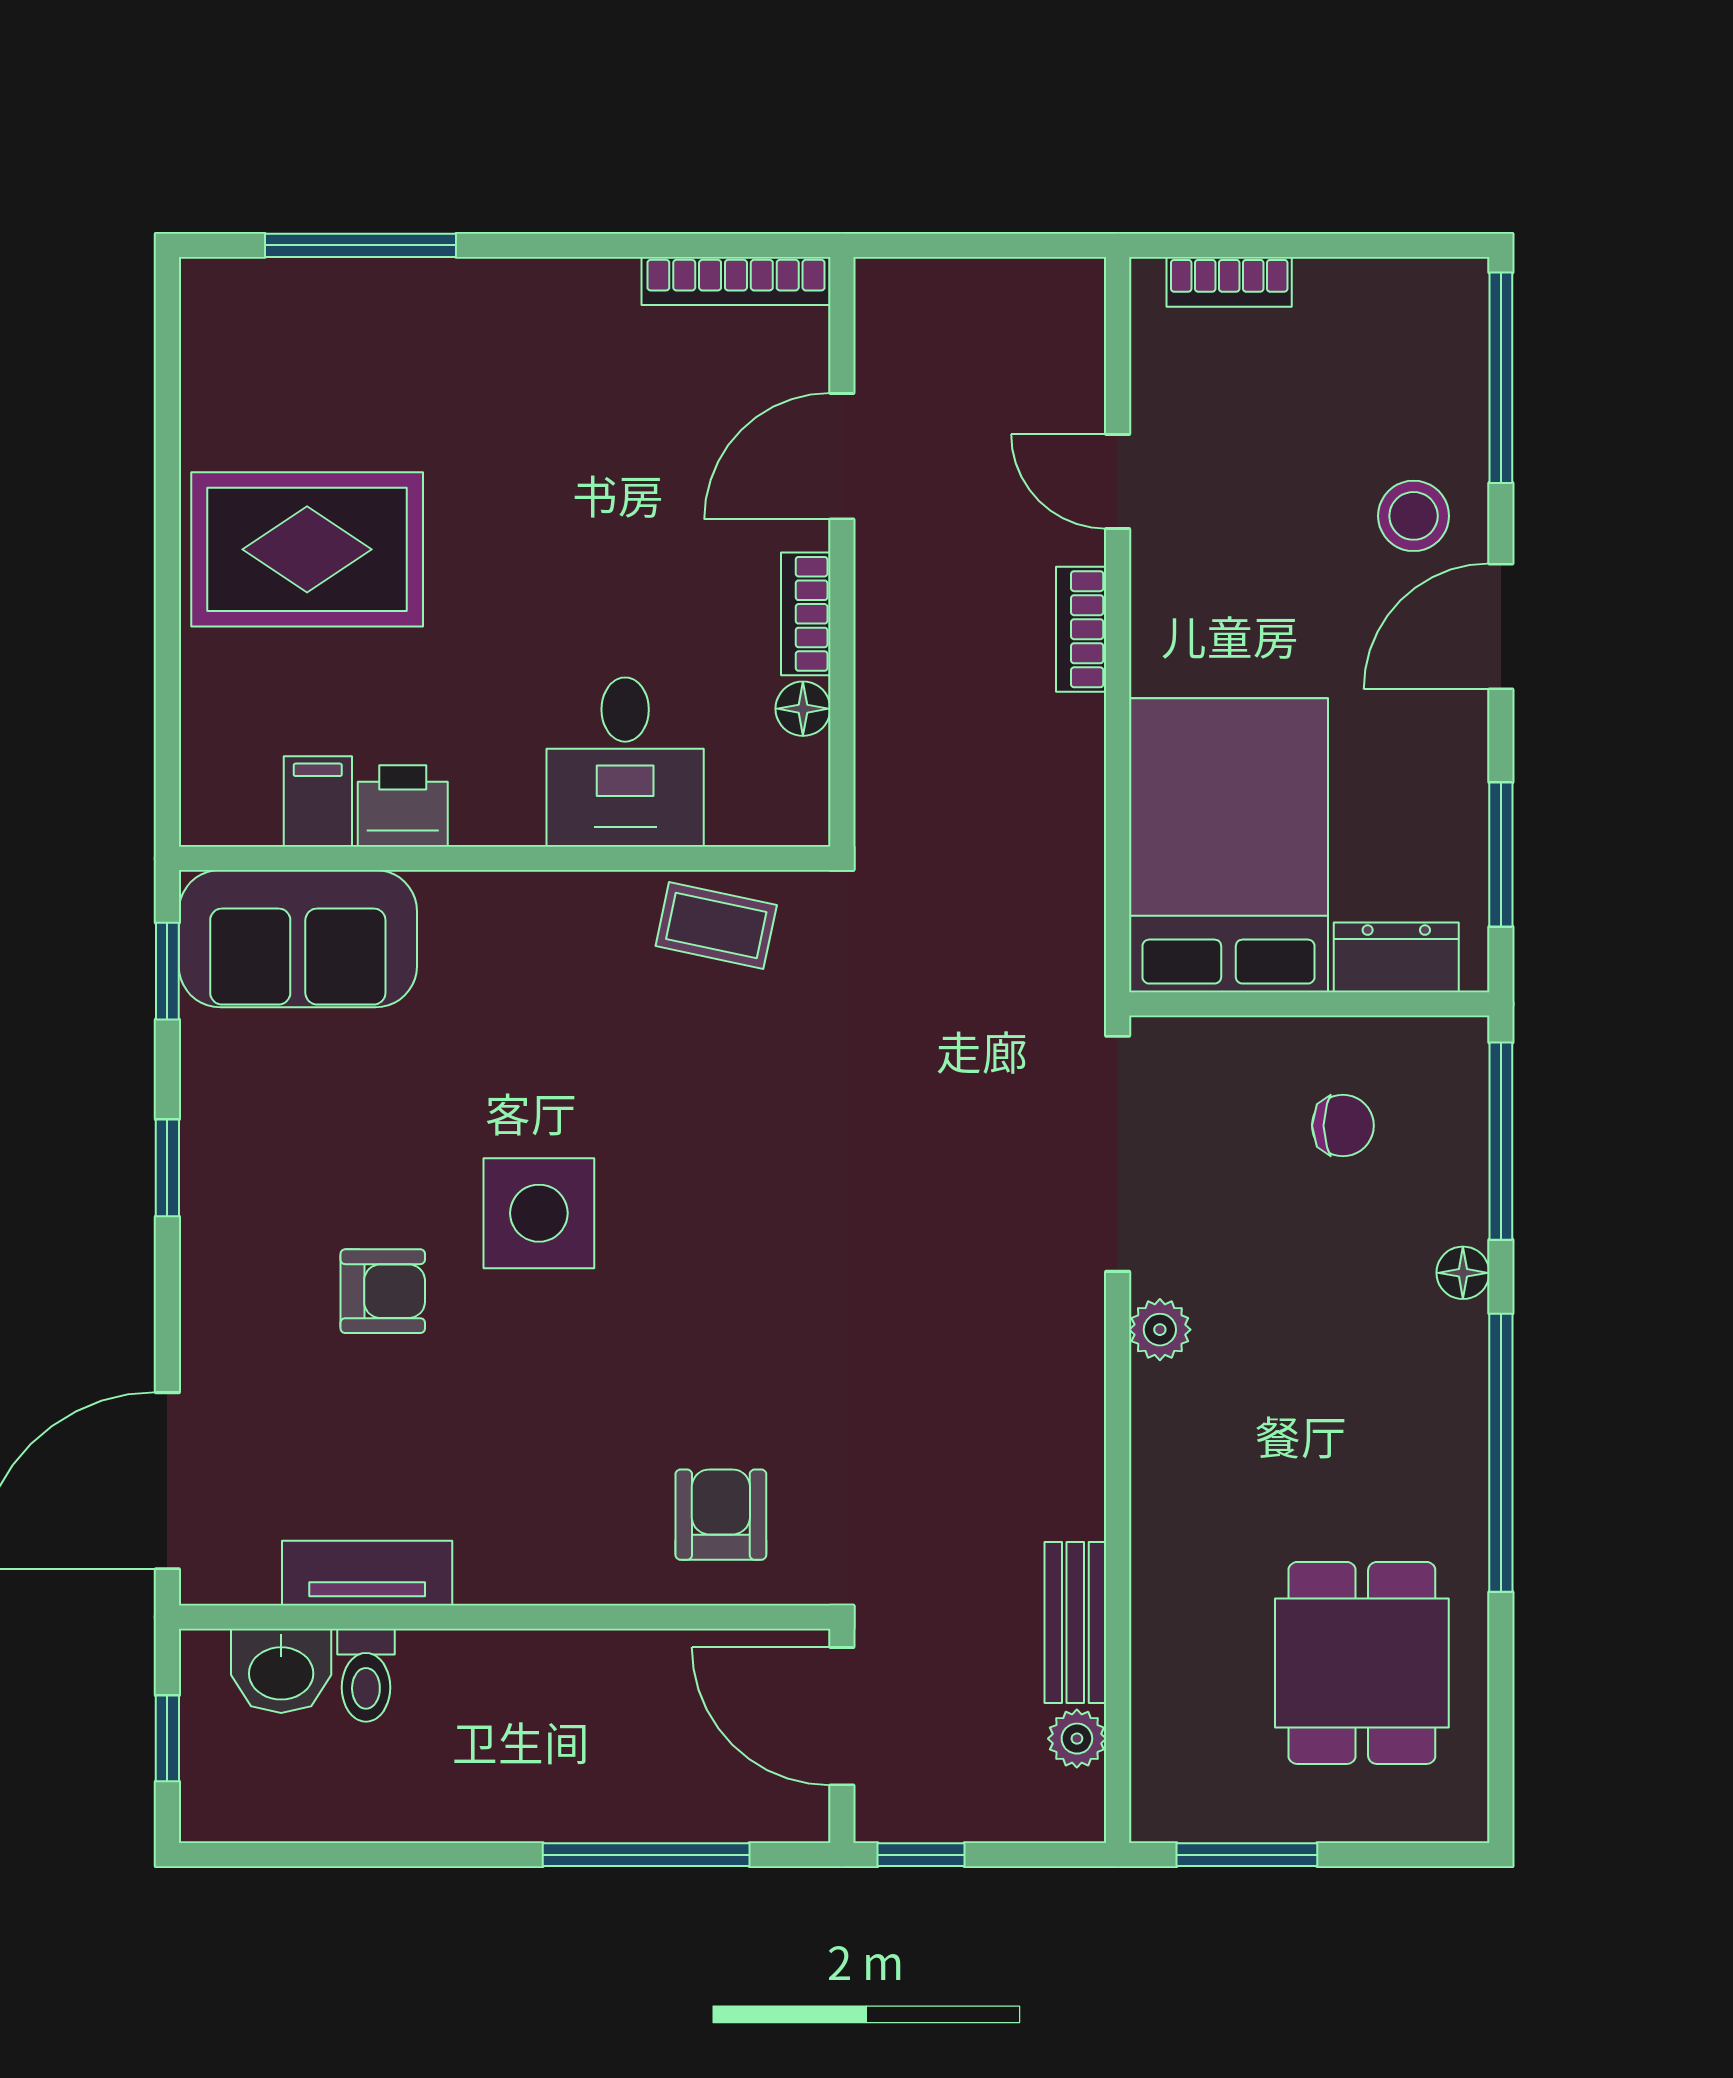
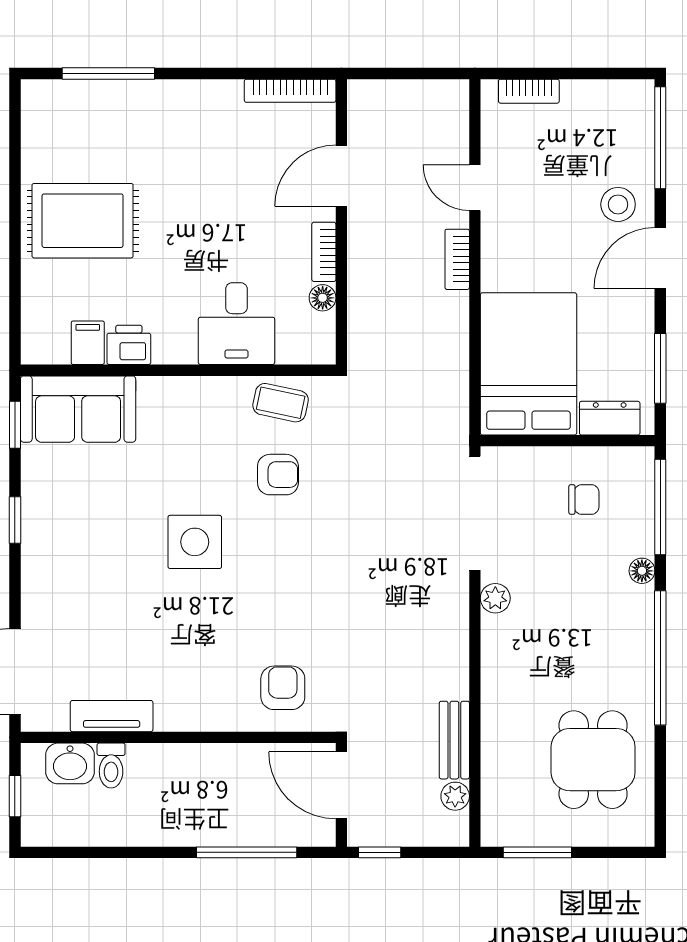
armchair: (383, 1291) -> (278, 475), moved

